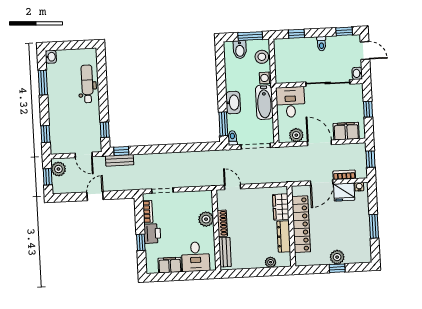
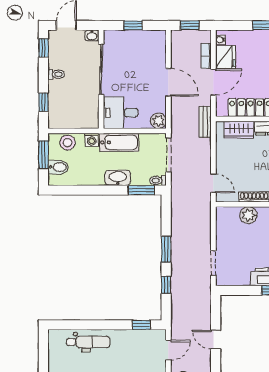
dental chair: (87, 84) -> (88, 342), turned 180
filing cabinet: (346, 131) -> (157, 51), removed
plant: (296, 135) -> (158, 121), moved
door: (319, 143) -> (168, 82), swing flipped
window: (172, 148) -> (166, 249), added
window: (121, 151) -> (166, 285), moved
bench: (120, 160) -> (205, 122), moved
door: (322, 182) -> (213, 82), hinge flipped
door: (233, 187) -> (213, 183), swing flipped
bookcase: (148, 212) -> (237, 281), removed

